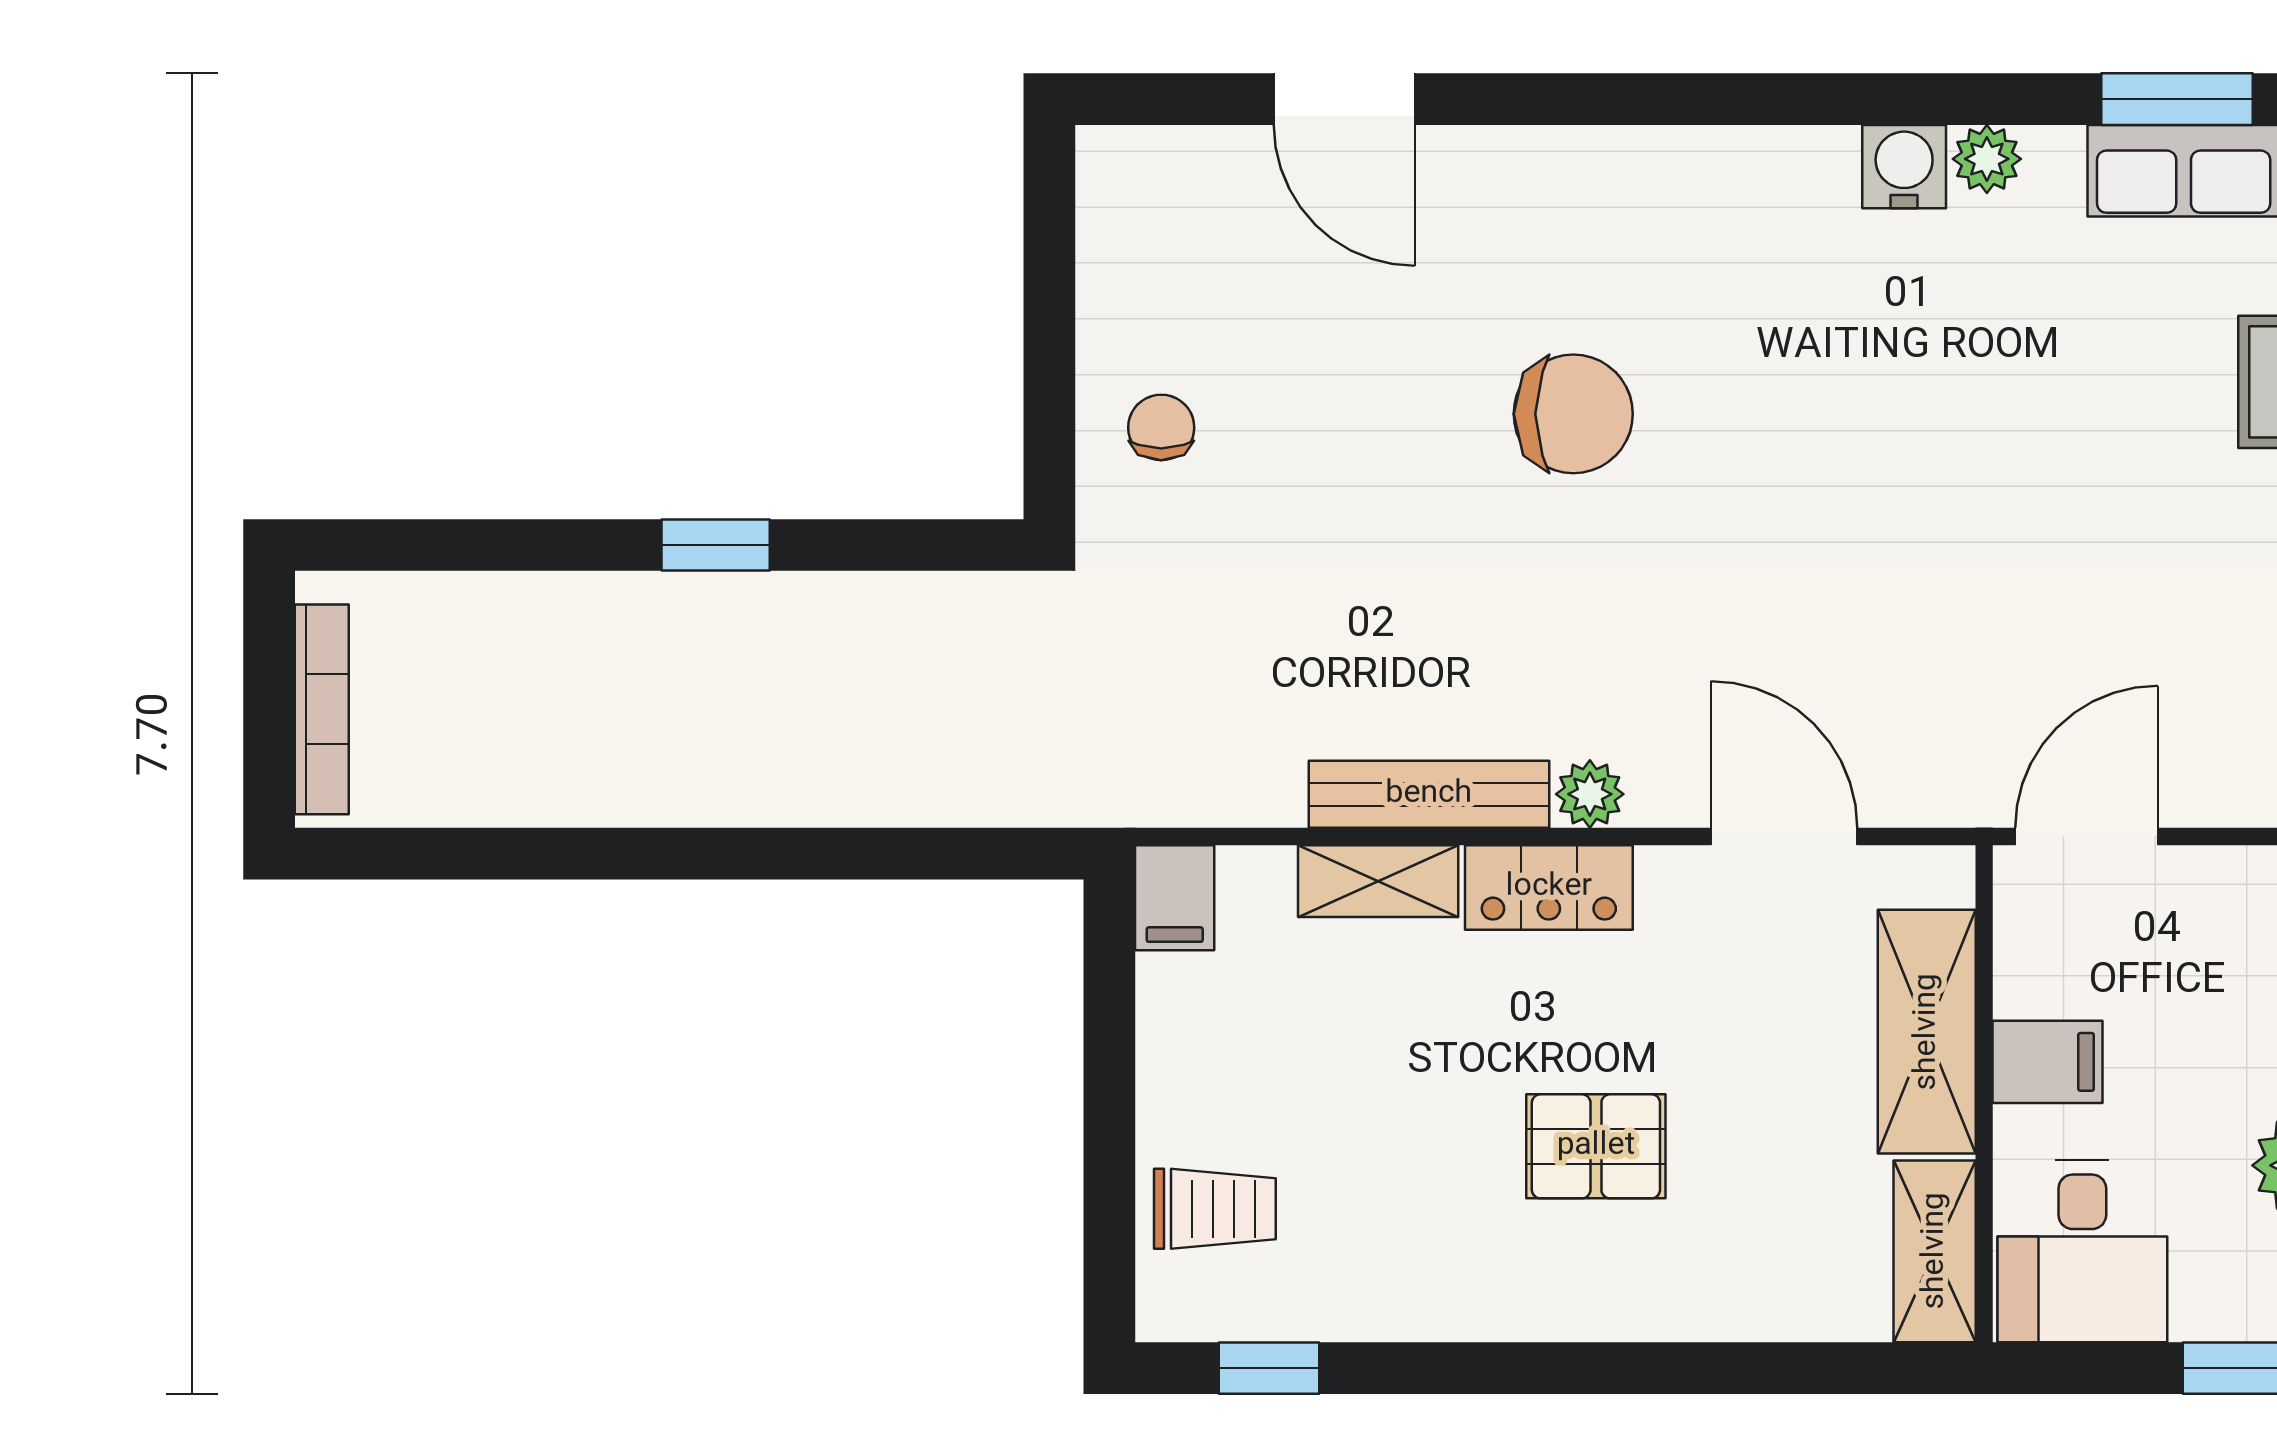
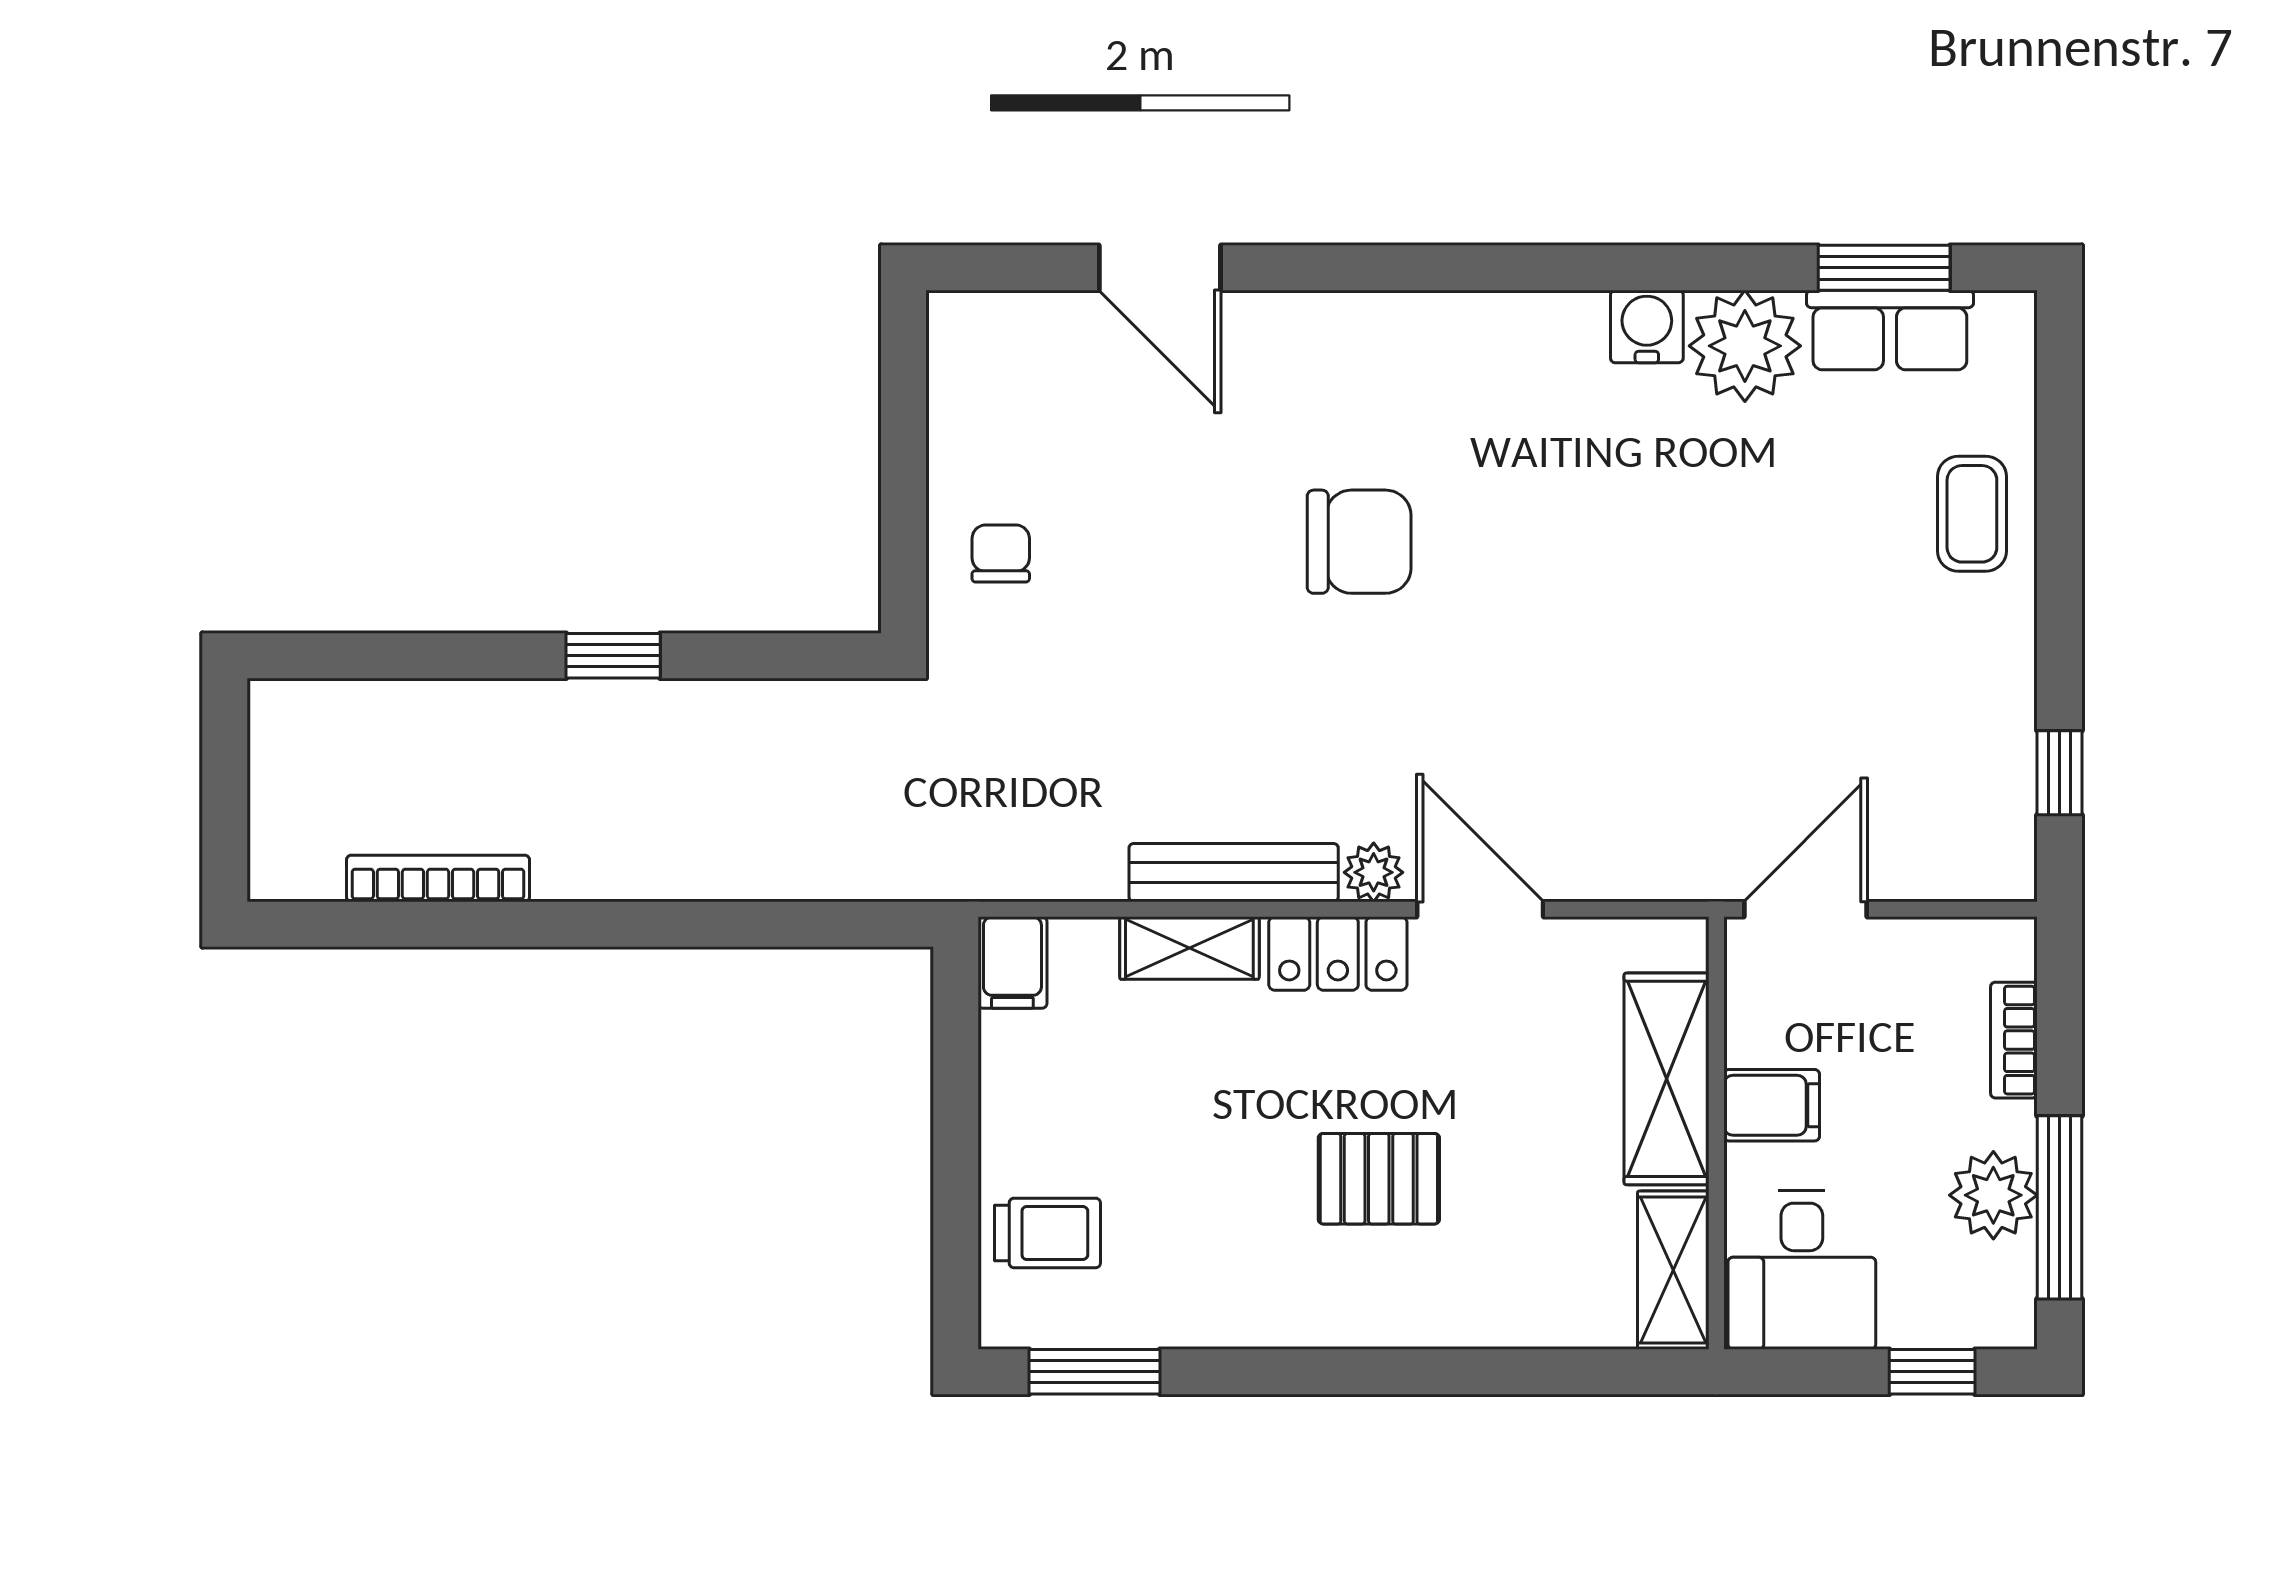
plant: (1987, 159) -> (1745, 346), width x1.87, depth x1.87
bookcase: (322, 709) -> (438, 878), moved, turned -90
door: (1784, 837) -> (1480, 909), moved
window: (1269, 1368) -> (1095, 1372), width x1.50

